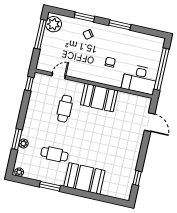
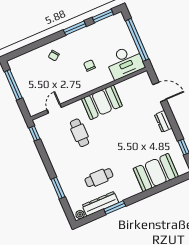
window: (84, 17) -> (103, 16), moved
plant: (53, 24) -> (18, 68), removed
plant: (23, 144) -> (66, 188), removed
dresser: (136, 147) -> (163, 121), added
dresser: (41, 175) -> (100, 204), added
booth: (84, 178) -> (156, 173), moved

